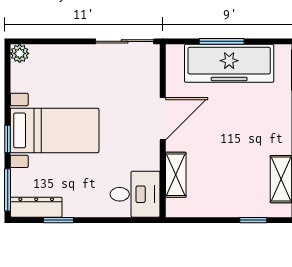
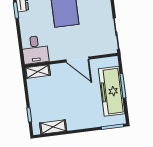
shelving: (176, 175) -> (38, 72), moved

